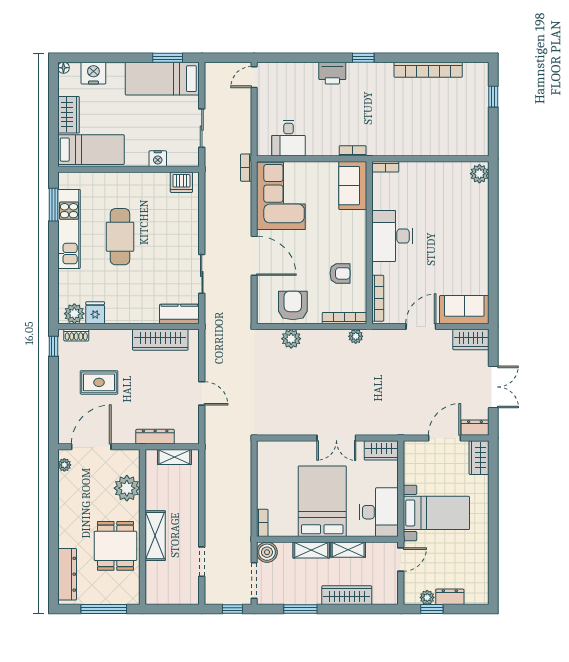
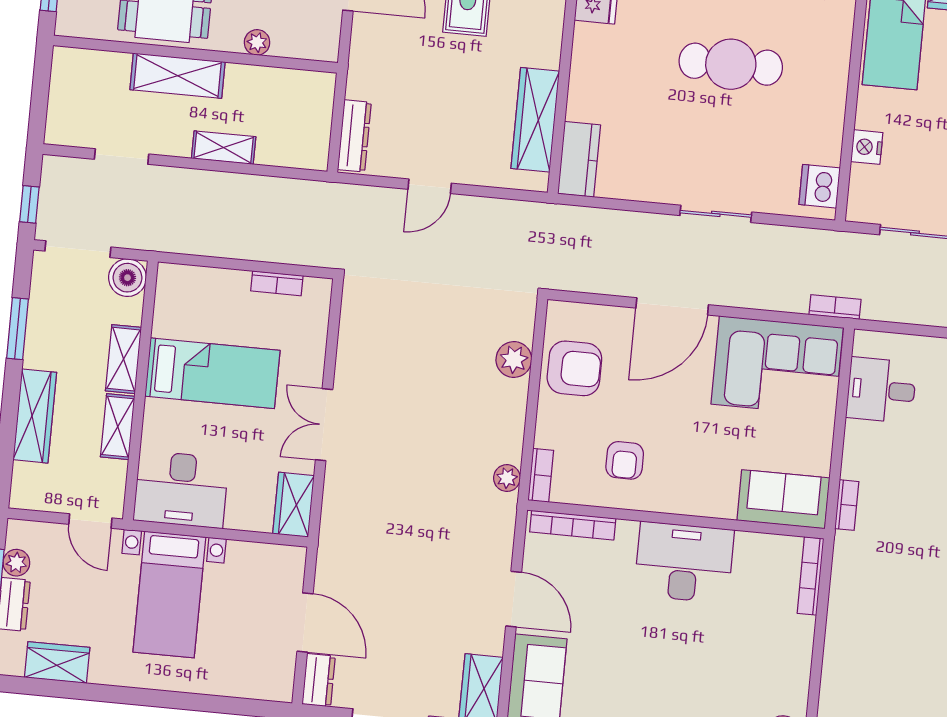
bookcase: (385, 167) -> (811, 576), width x1.56
sliding door: (202, 274) -> (716, 214), moved
bookcase: (344, 318) -> (541, 475), width x0.64
dresser: (155, 437) -> (354, 136), moved
shelving: (174, 457) -> (224, 148), moved, turned 90
wardrobe: (479, 458) -> (57, 662), moved
plant: (127, 488) -> (257, 42), width x0.53, depth x0.53
bed: (322, 501) -> (212, 373), width x0.67
bookcase: (262, 523) -> (277, 283), moved

